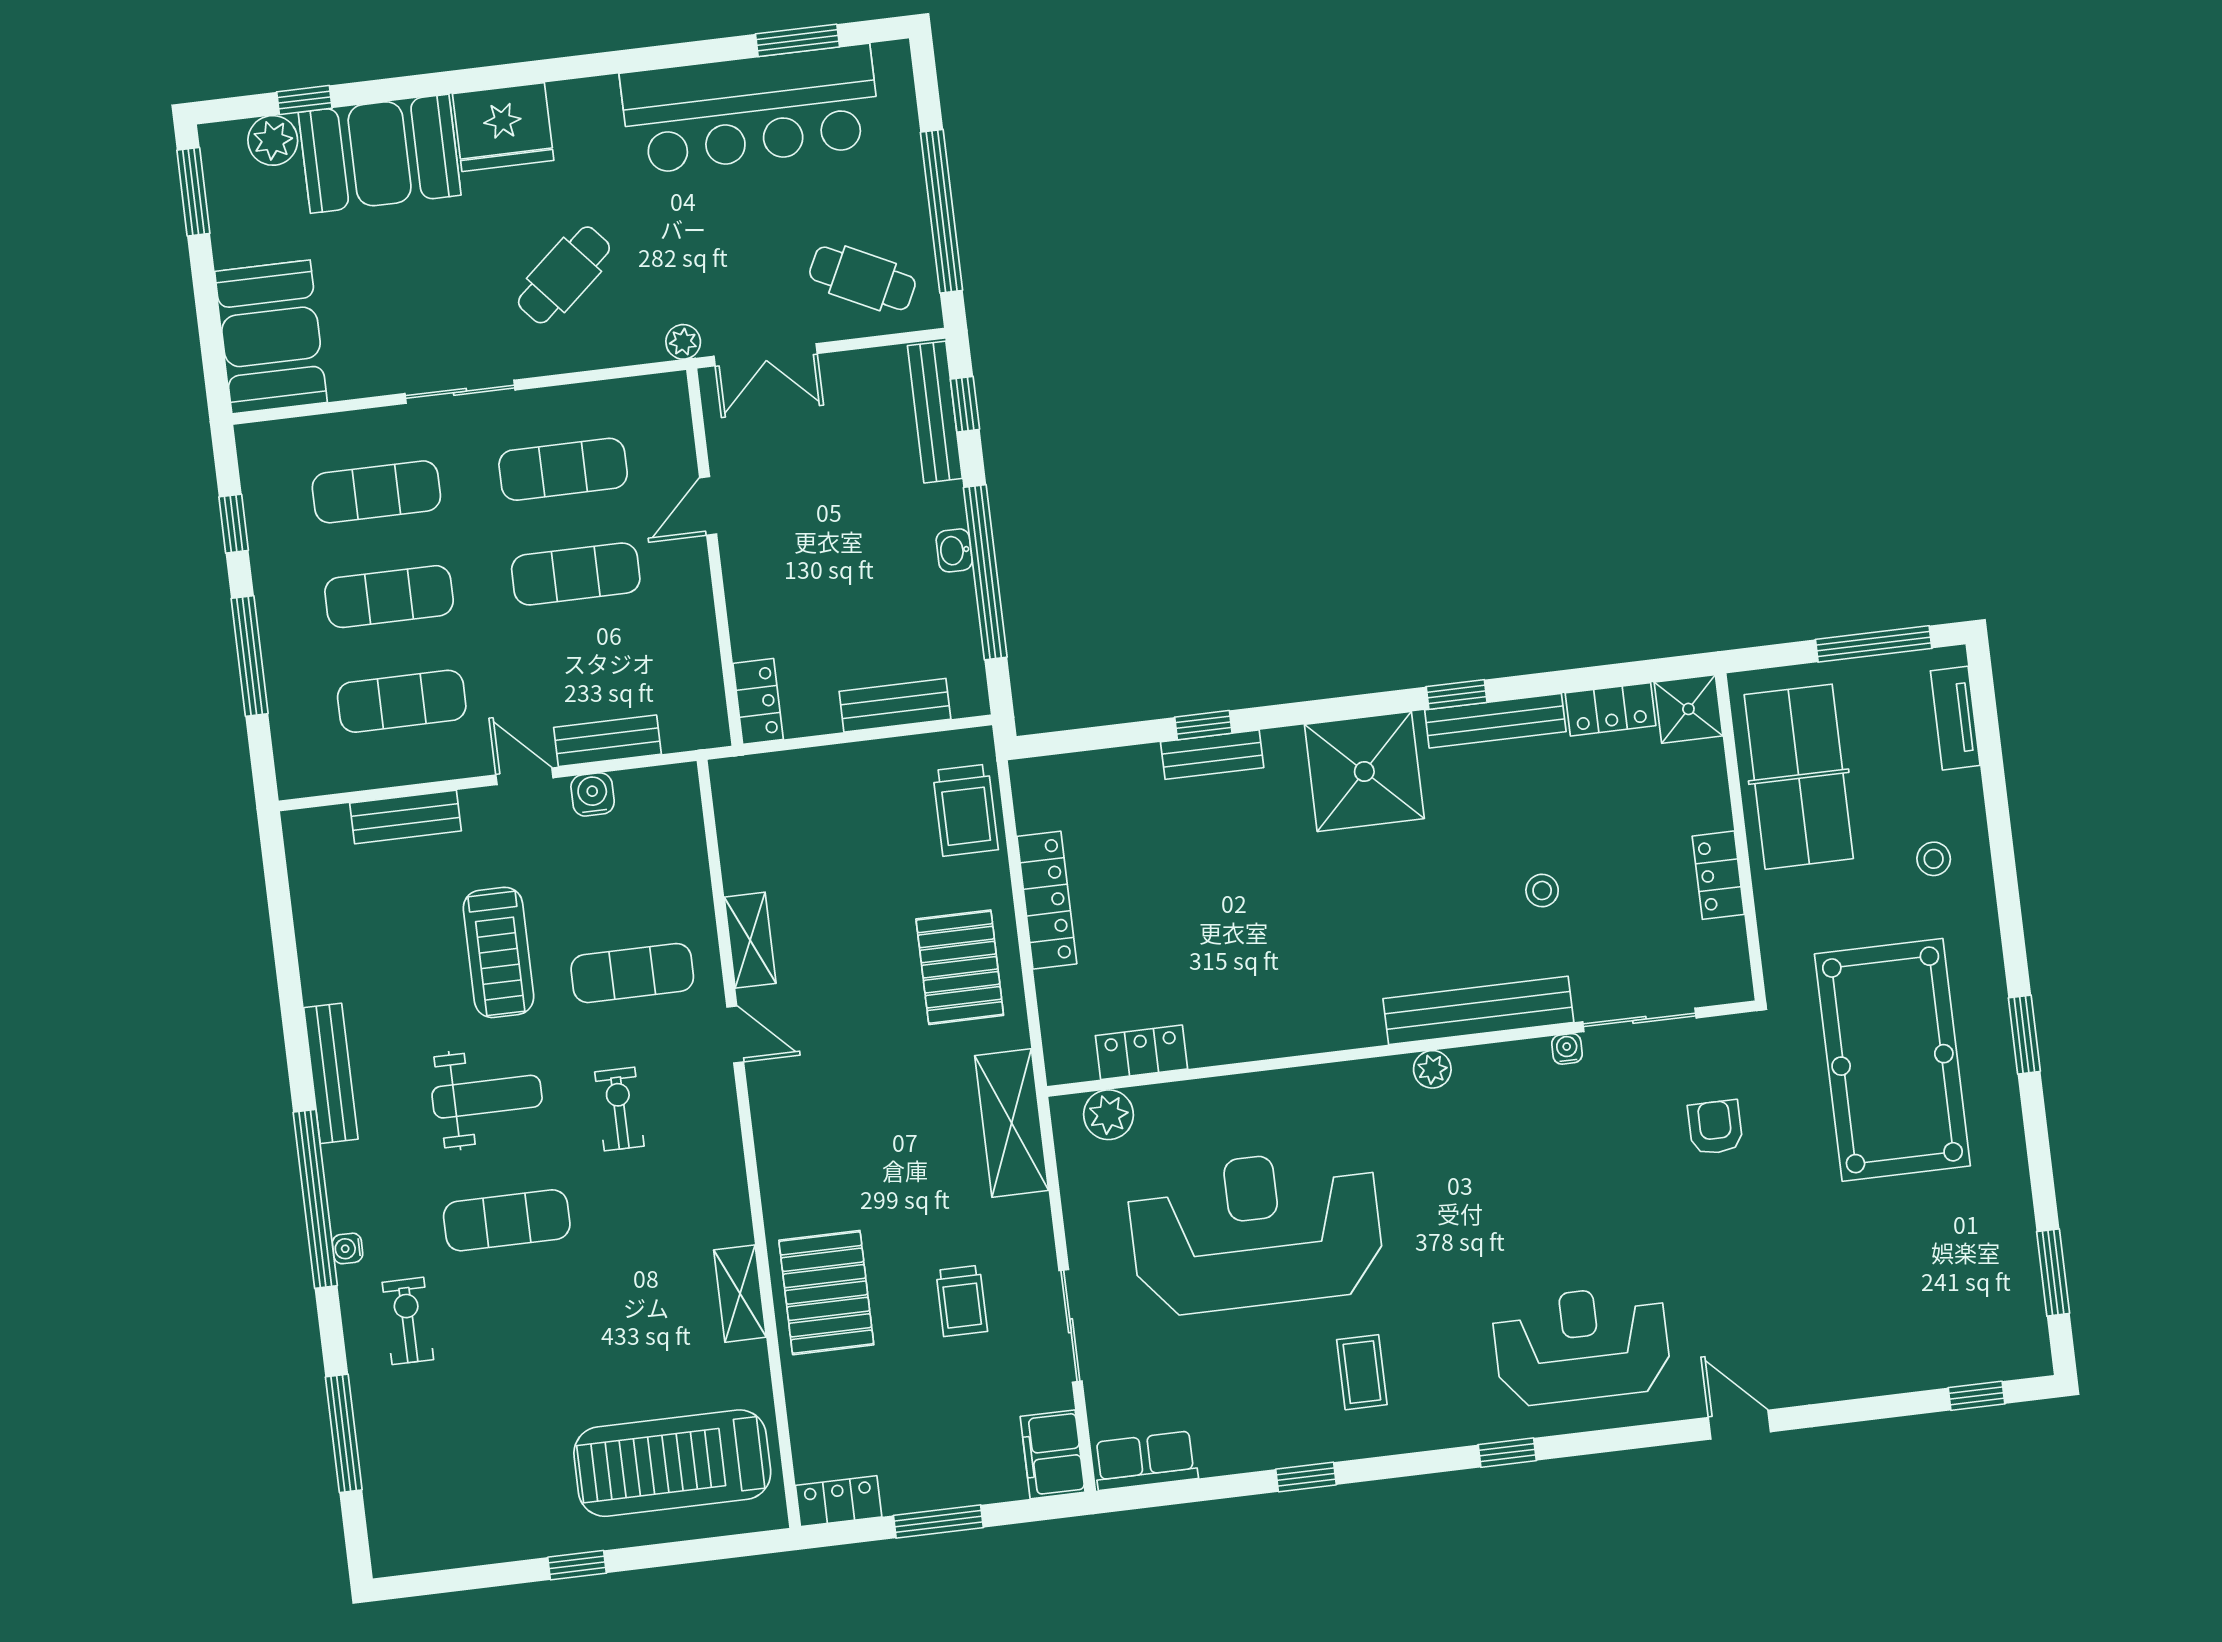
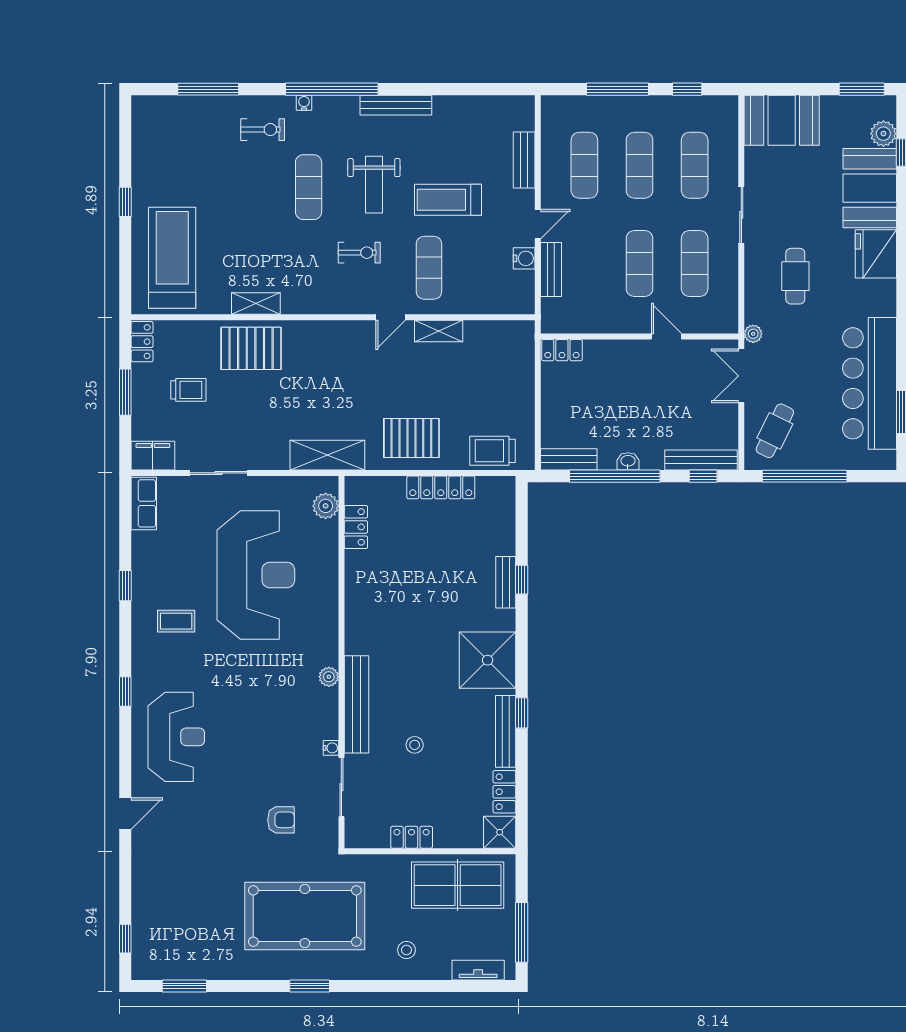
cafe table: (564, 275) -> (795, 276), turned 41
bench: (895, 705) -> (569, 459), moved, turned 90
trolley: (962, 1301) -> (188, 390), moved, turned 180

